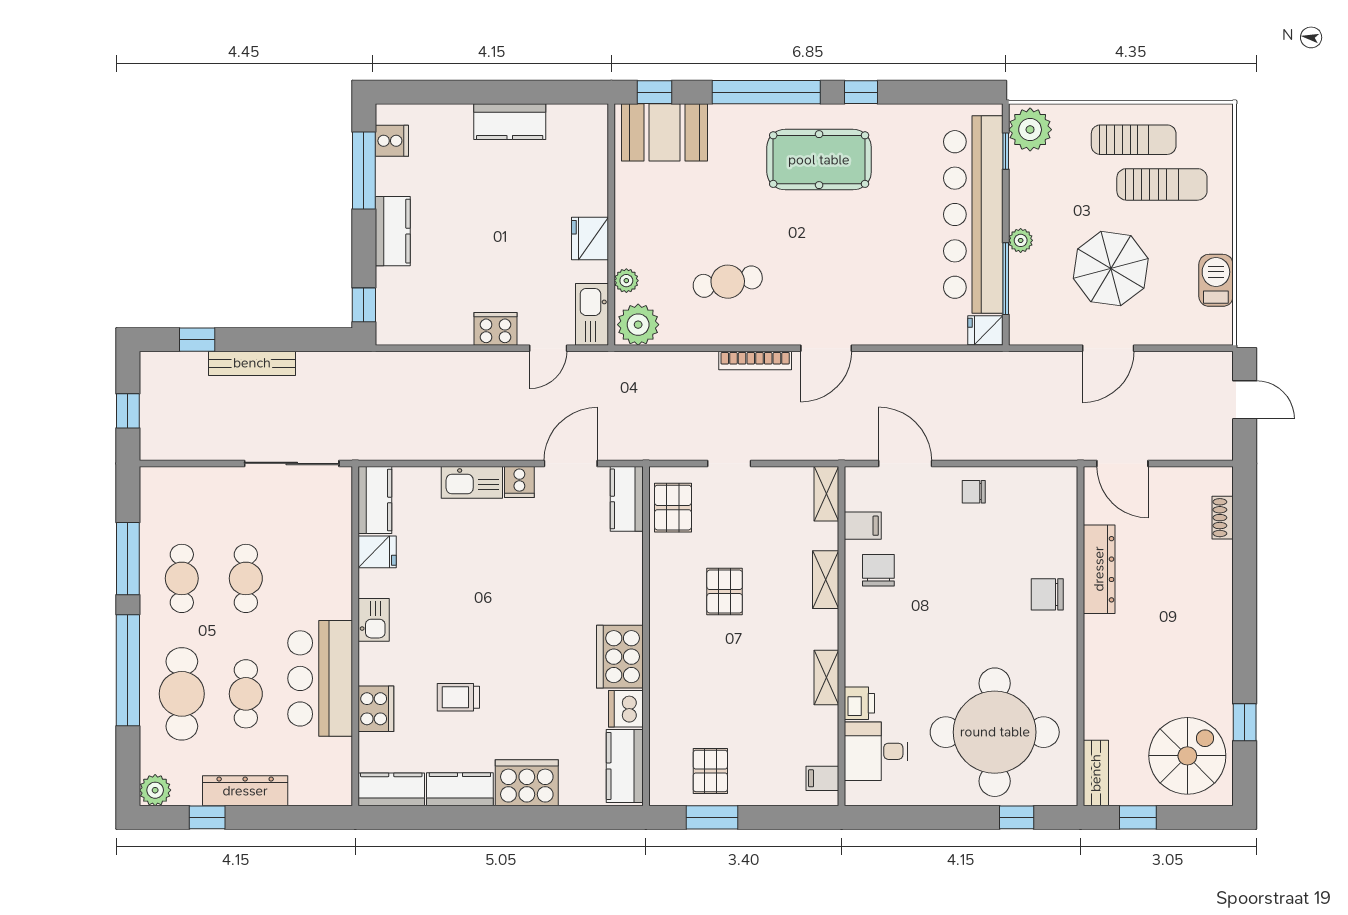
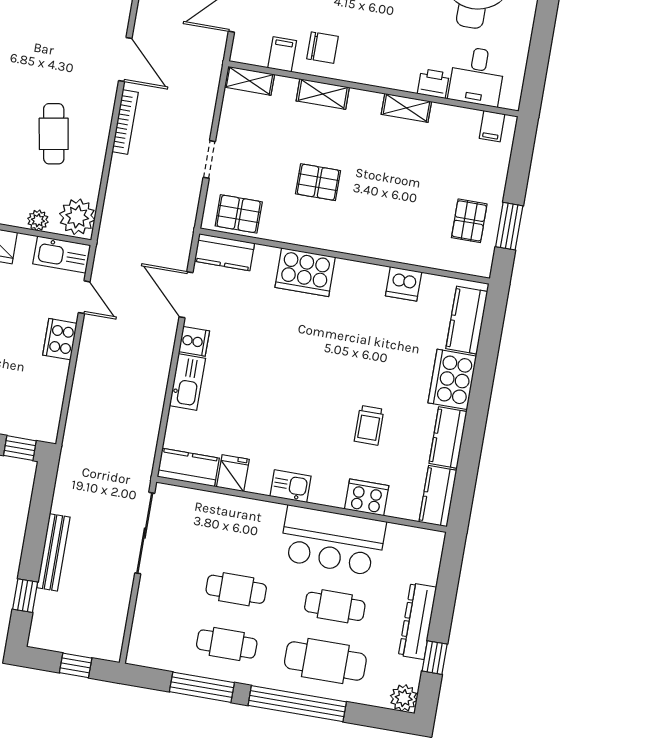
chair: (878, 570) -> (323, 48), turned 180
cooker: (620, 657) -> (305, 272), moved
kitchen counter: (625, 766) -> (467, 320), moved, turned 90
pallet: (710, 771) -> (469, 221), turned 90

